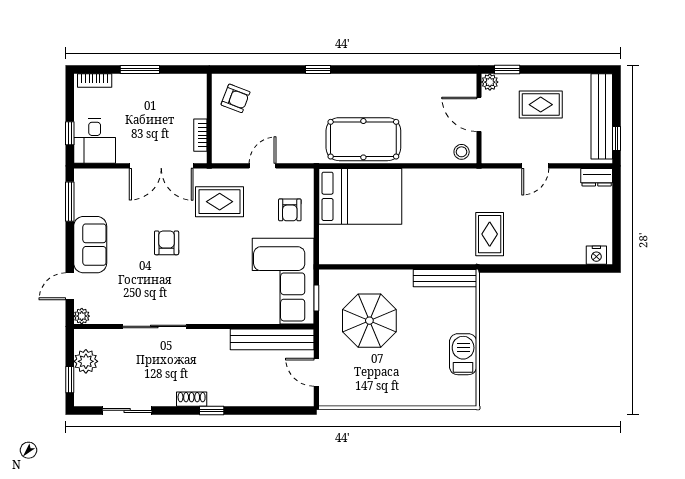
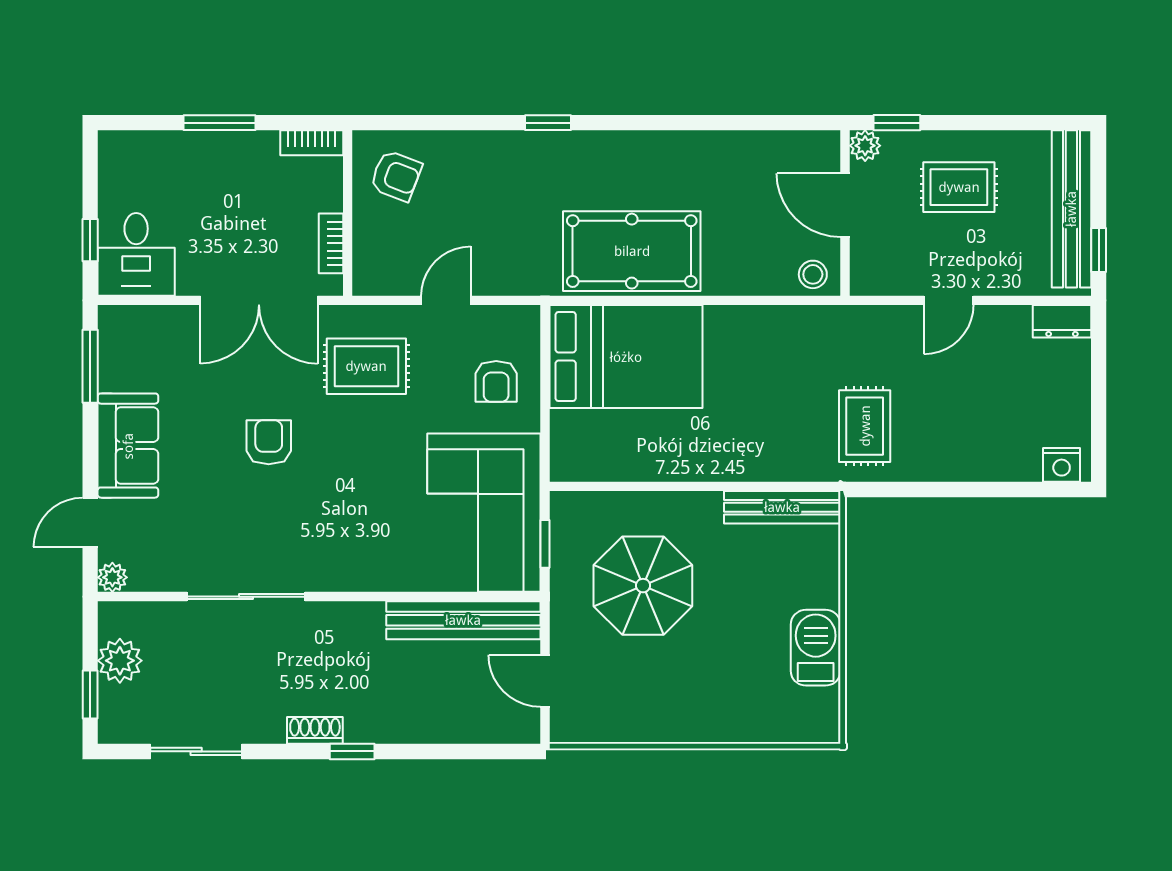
bookcase: (95, 80) -> (312, 143), moved

